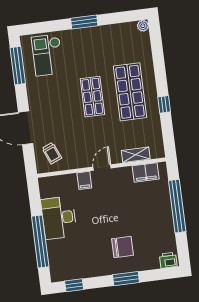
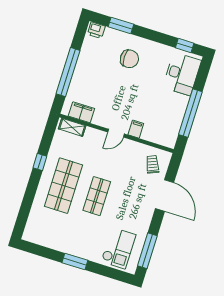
plant: (143, 26) -> (27, 236), removed
shelving: (136, 155) -> (72, 127), moved
desk: (59, 218) -> (182, 74), moved
window: (40, 242) -> (190, 113), moved
chair: (123, 247) -> (129, 59), turned 180
window: (126, 279) -> (121, 26), moved

